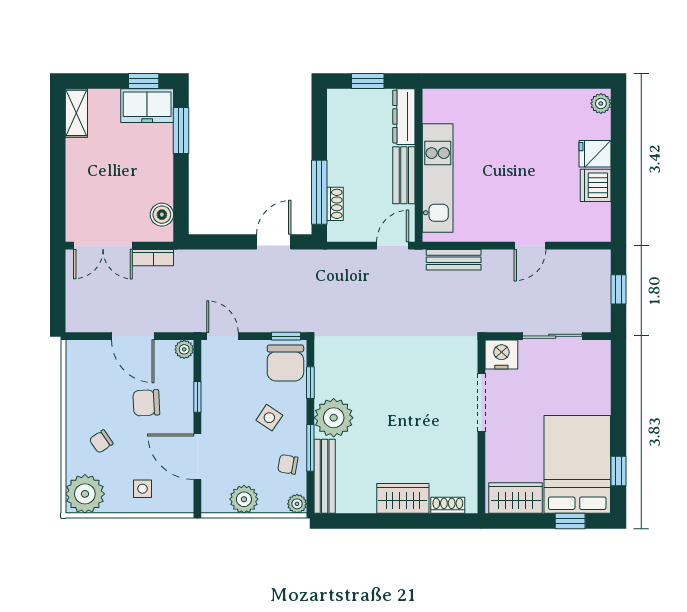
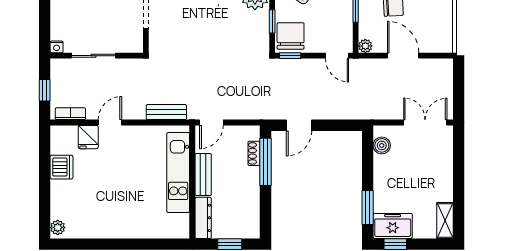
fridge: (595, 154) -> (88, 137), moved, turned 90
bookcase: (153, 258) -> (70, 114), moved
nightstand: (501, 355) -> (57, 47), moved, width x0.53, depth x0.56

